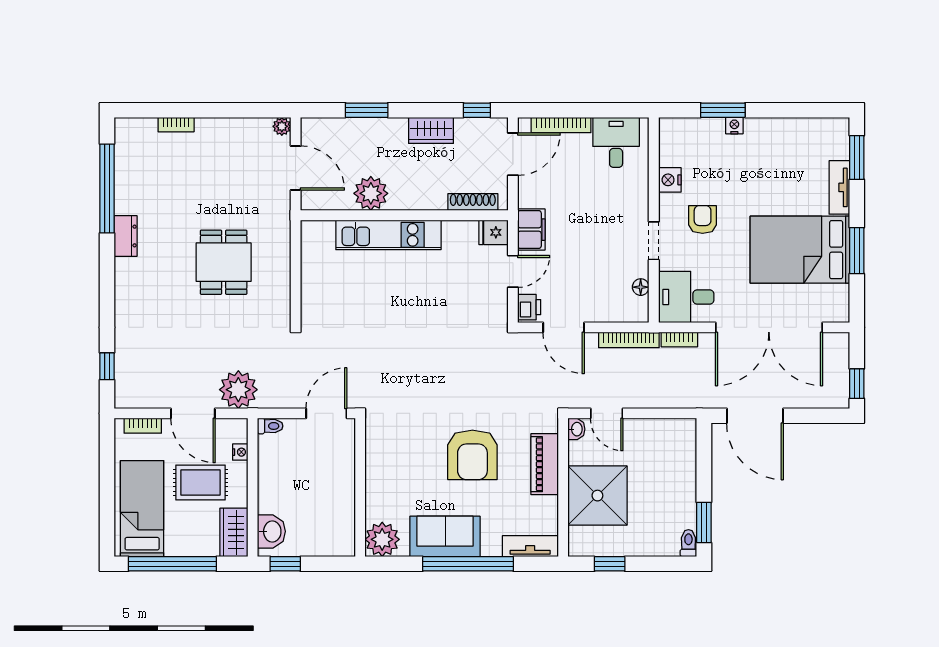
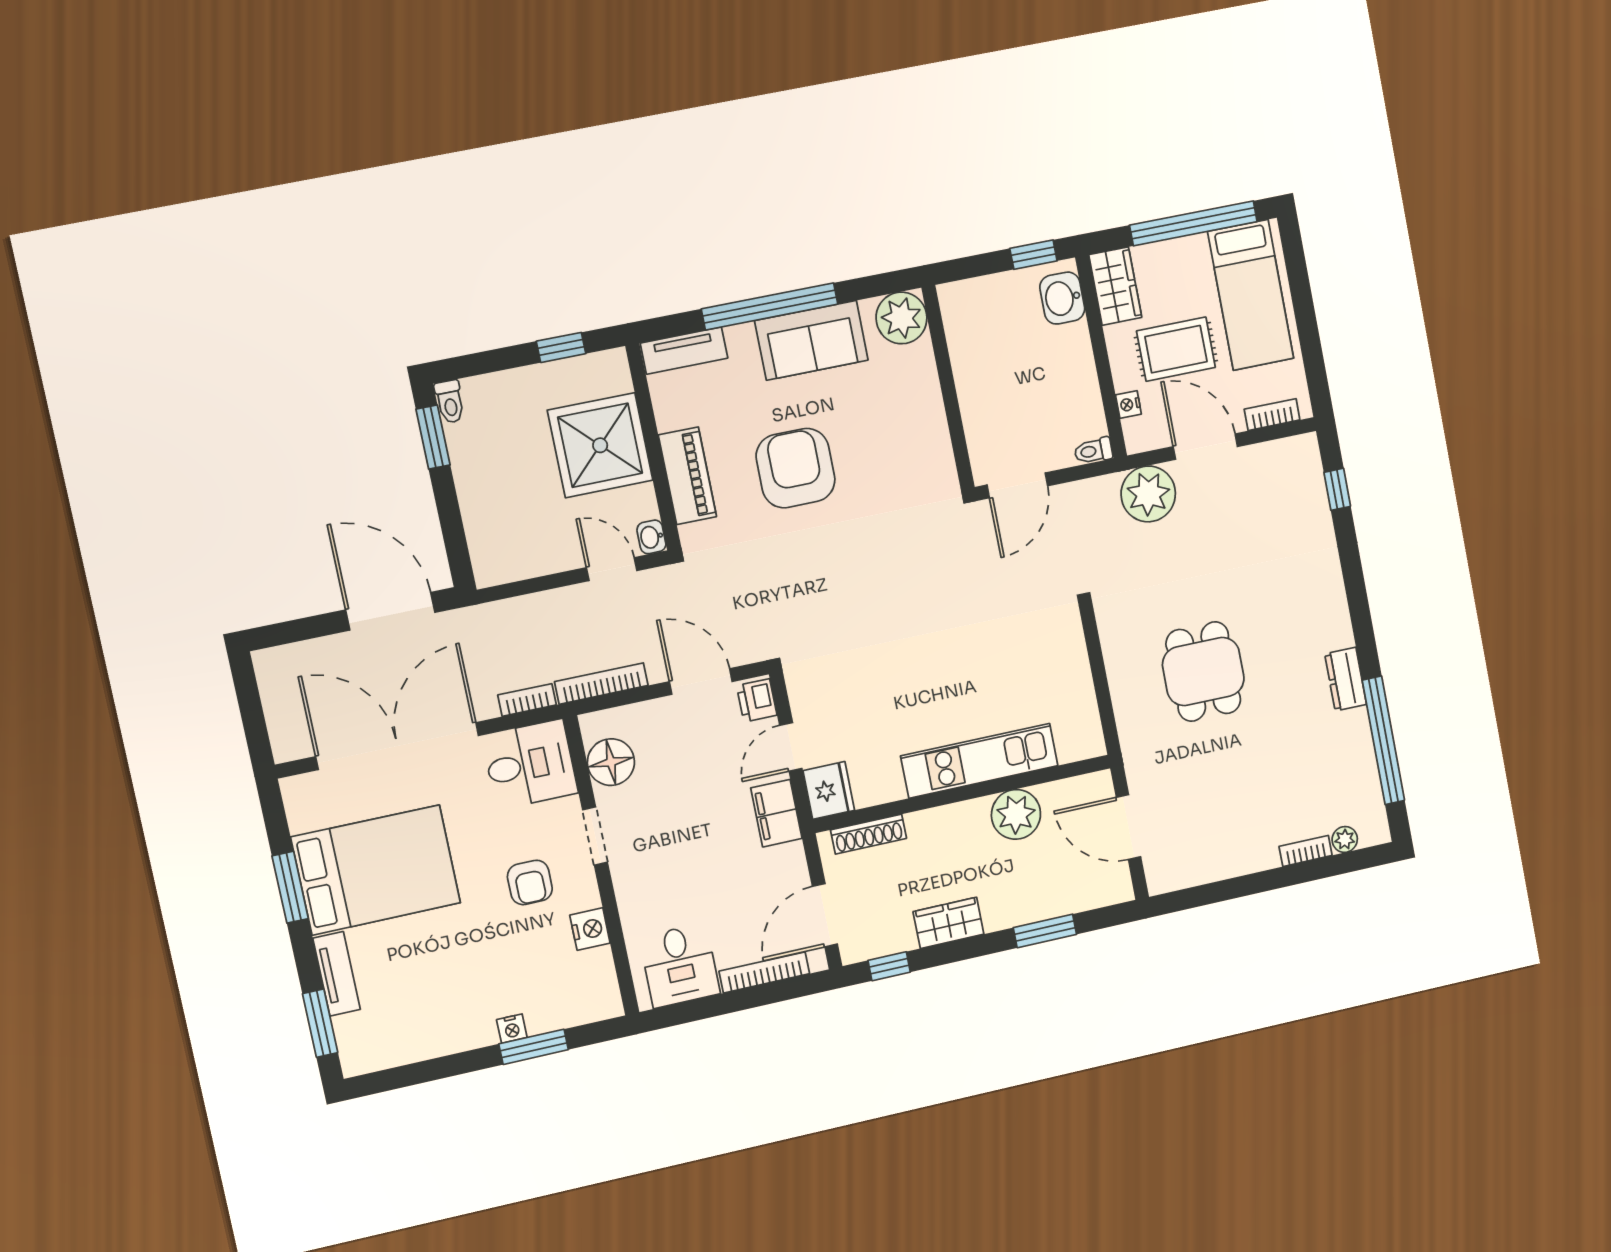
plant: (282, 126) -> (1345, 839), moved
fridge: (493, 232) -> (829, 790), width x1.38
floor lamp: (641, 287) -> (611, 762), width x1.89, depth x1.89
window: (857, 384) -> (247, 691), removed

